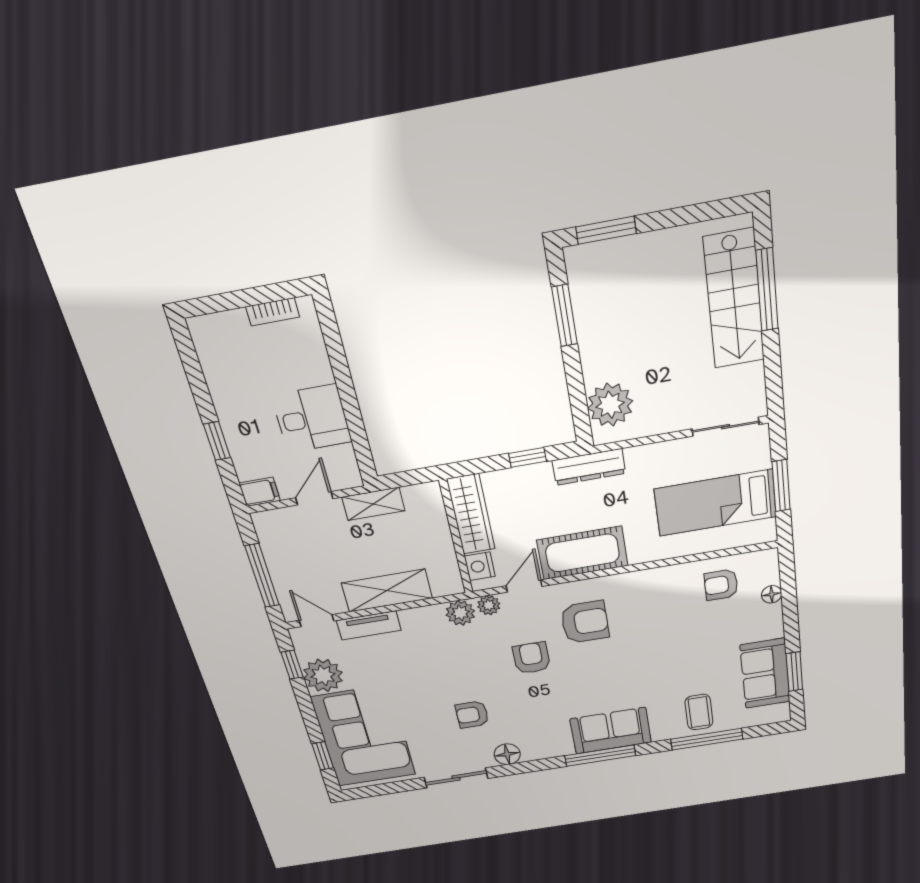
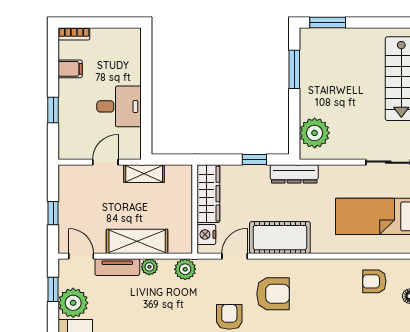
bookcase: (273, 312) -> (74, 34), moved
filing cabinet: (260, 492) -> (70, 69), moved
window: (262, 576) -> (53, 213), width x0.46
plant: (489, 605) -> (149, 267), moved

